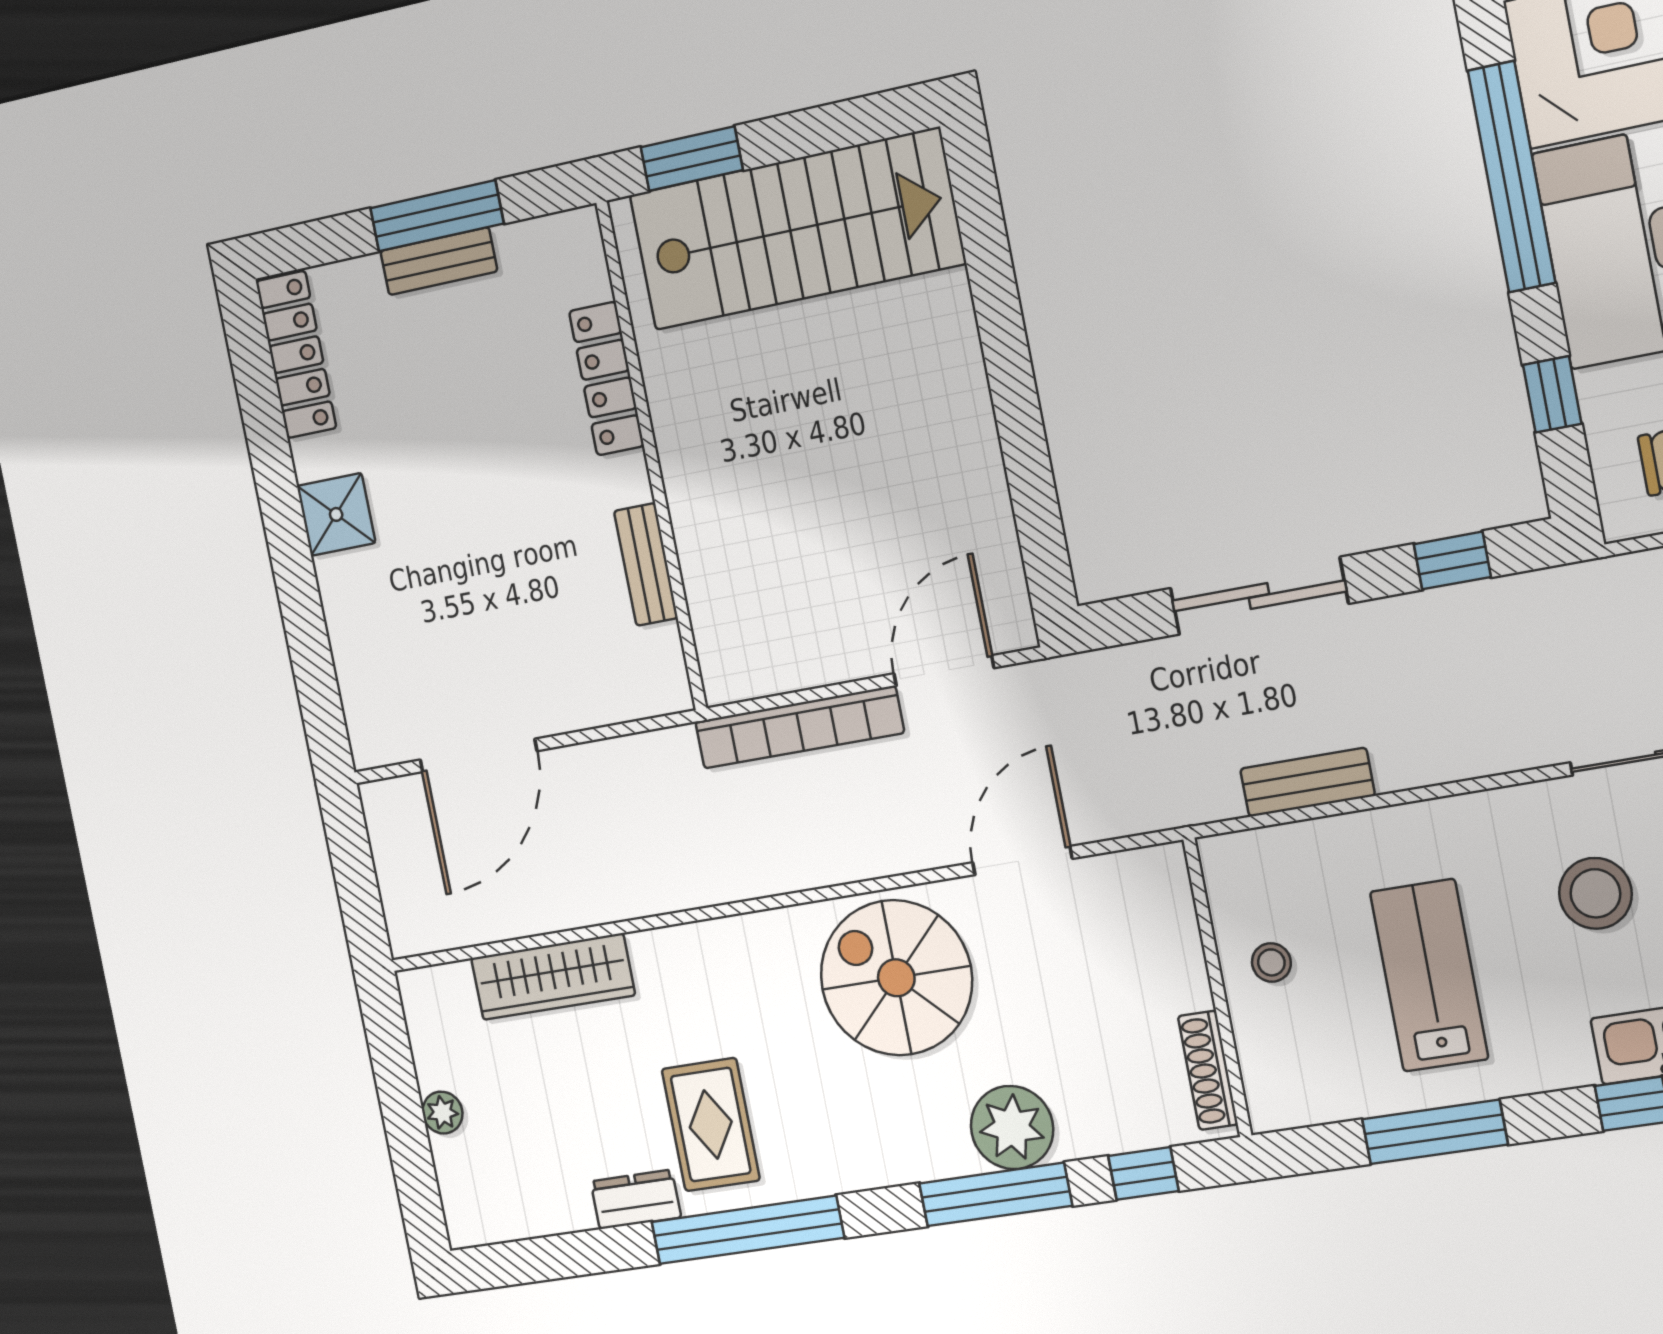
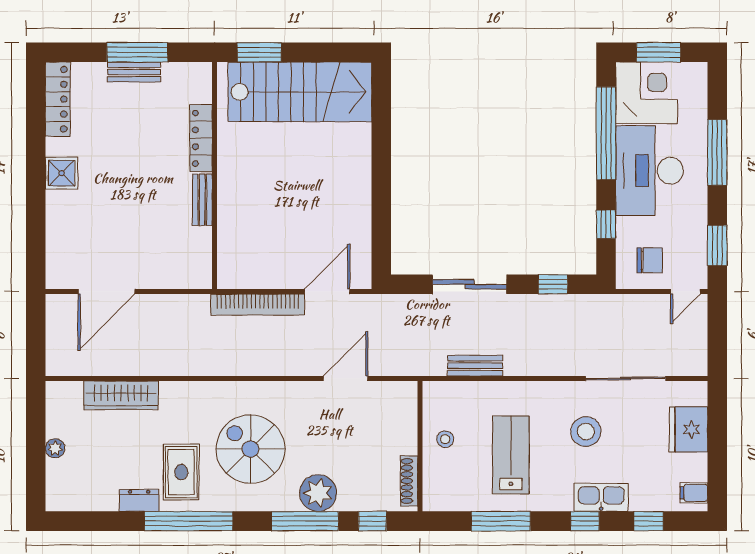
bench: (646, 564) -> (202, 200), moved
spiral stairs: (896, 978) -> (251, 449), moved

